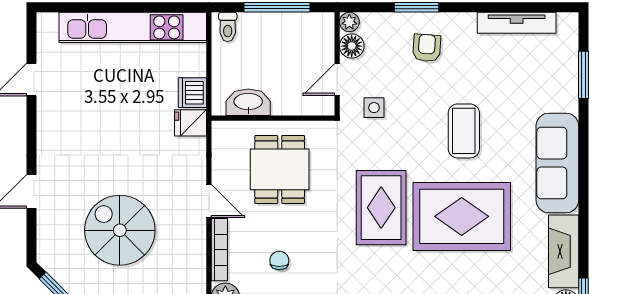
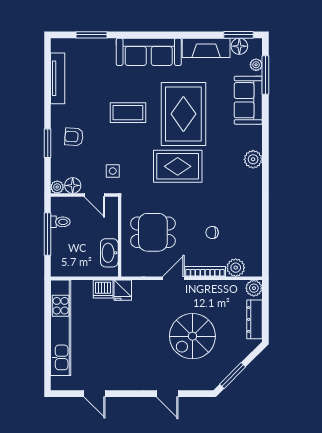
toilet: (228, 27) -> (60, 222), moved

